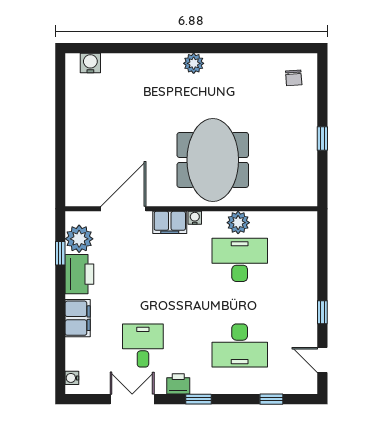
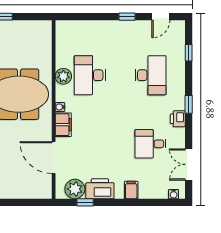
filing cabinet: (78, 318) -> (131, 190), width x0.50
double door: (132, 399) -> (189, 164), moved

